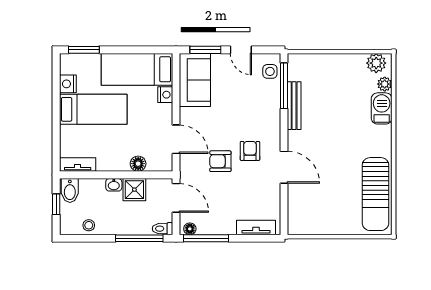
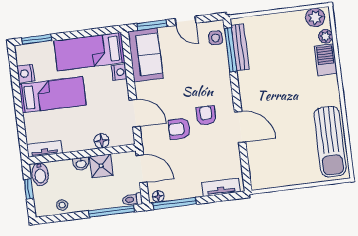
bench: (294, 106) -> (240, 47), moved

